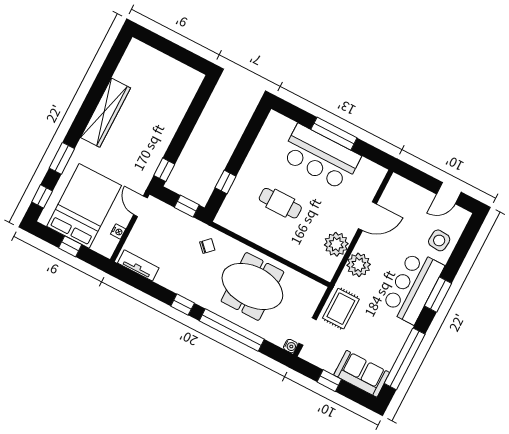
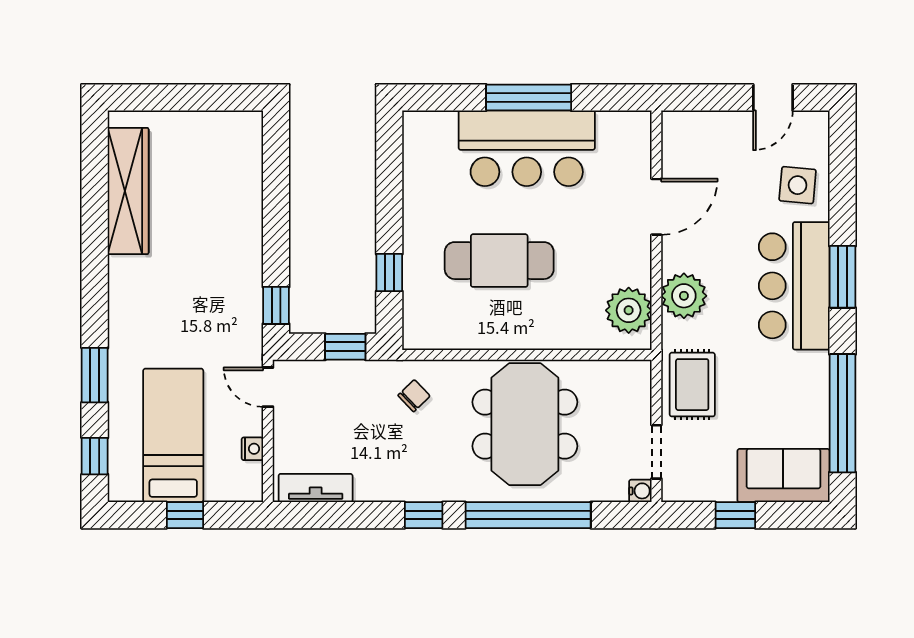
wardrobe: (105, 113) -> (128, 191), moved
cafe table: (280, 203) -> (499, 261), width x1.37, depth x1.35
bed: (84, 206) -> (173, 435), width x0.67
plant: (336, 244) -> (629, 310), moved
meeting table: (252, 286) -> (525, 424), turned 90

